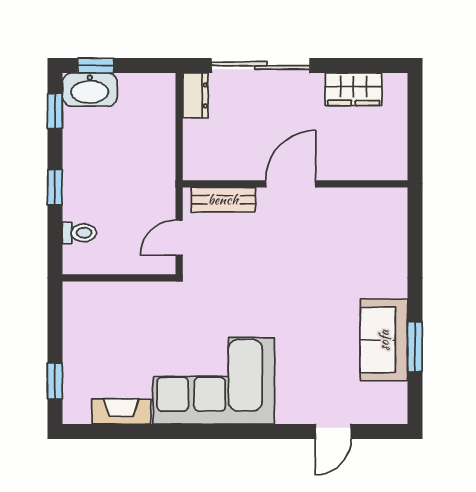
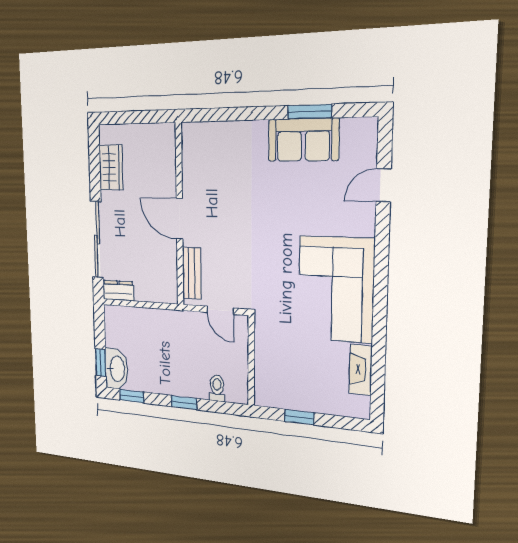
window: (55, 381) -> (299, 417), moved
door: (333, 431) -> (383, 185), swing flipped

